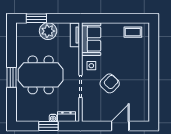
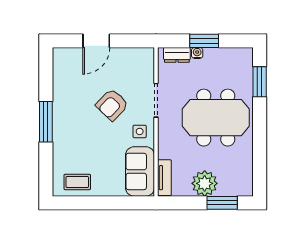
window: (154, 72) -> (46, 122), added
window: (11, 77) -> (260, 82), moved

